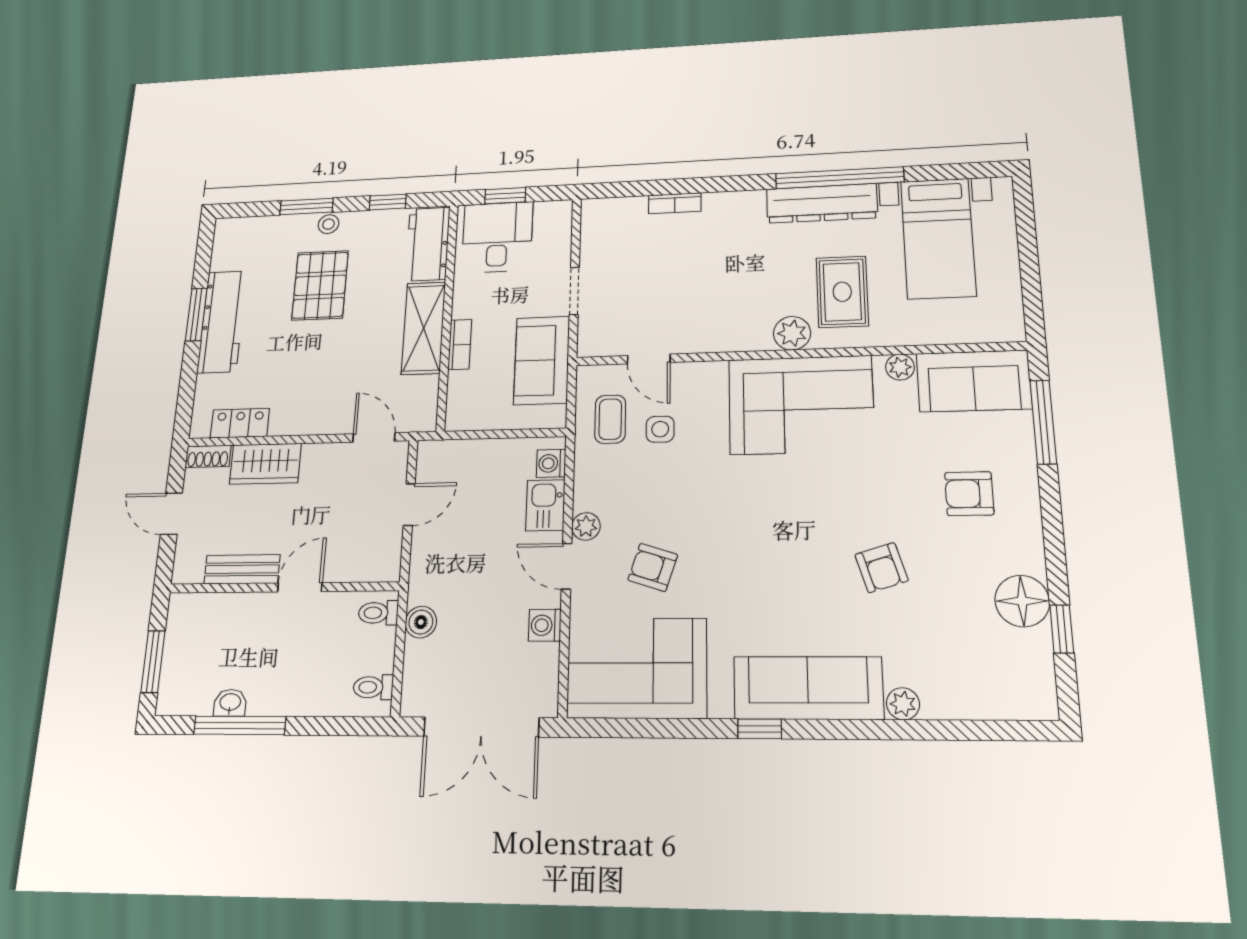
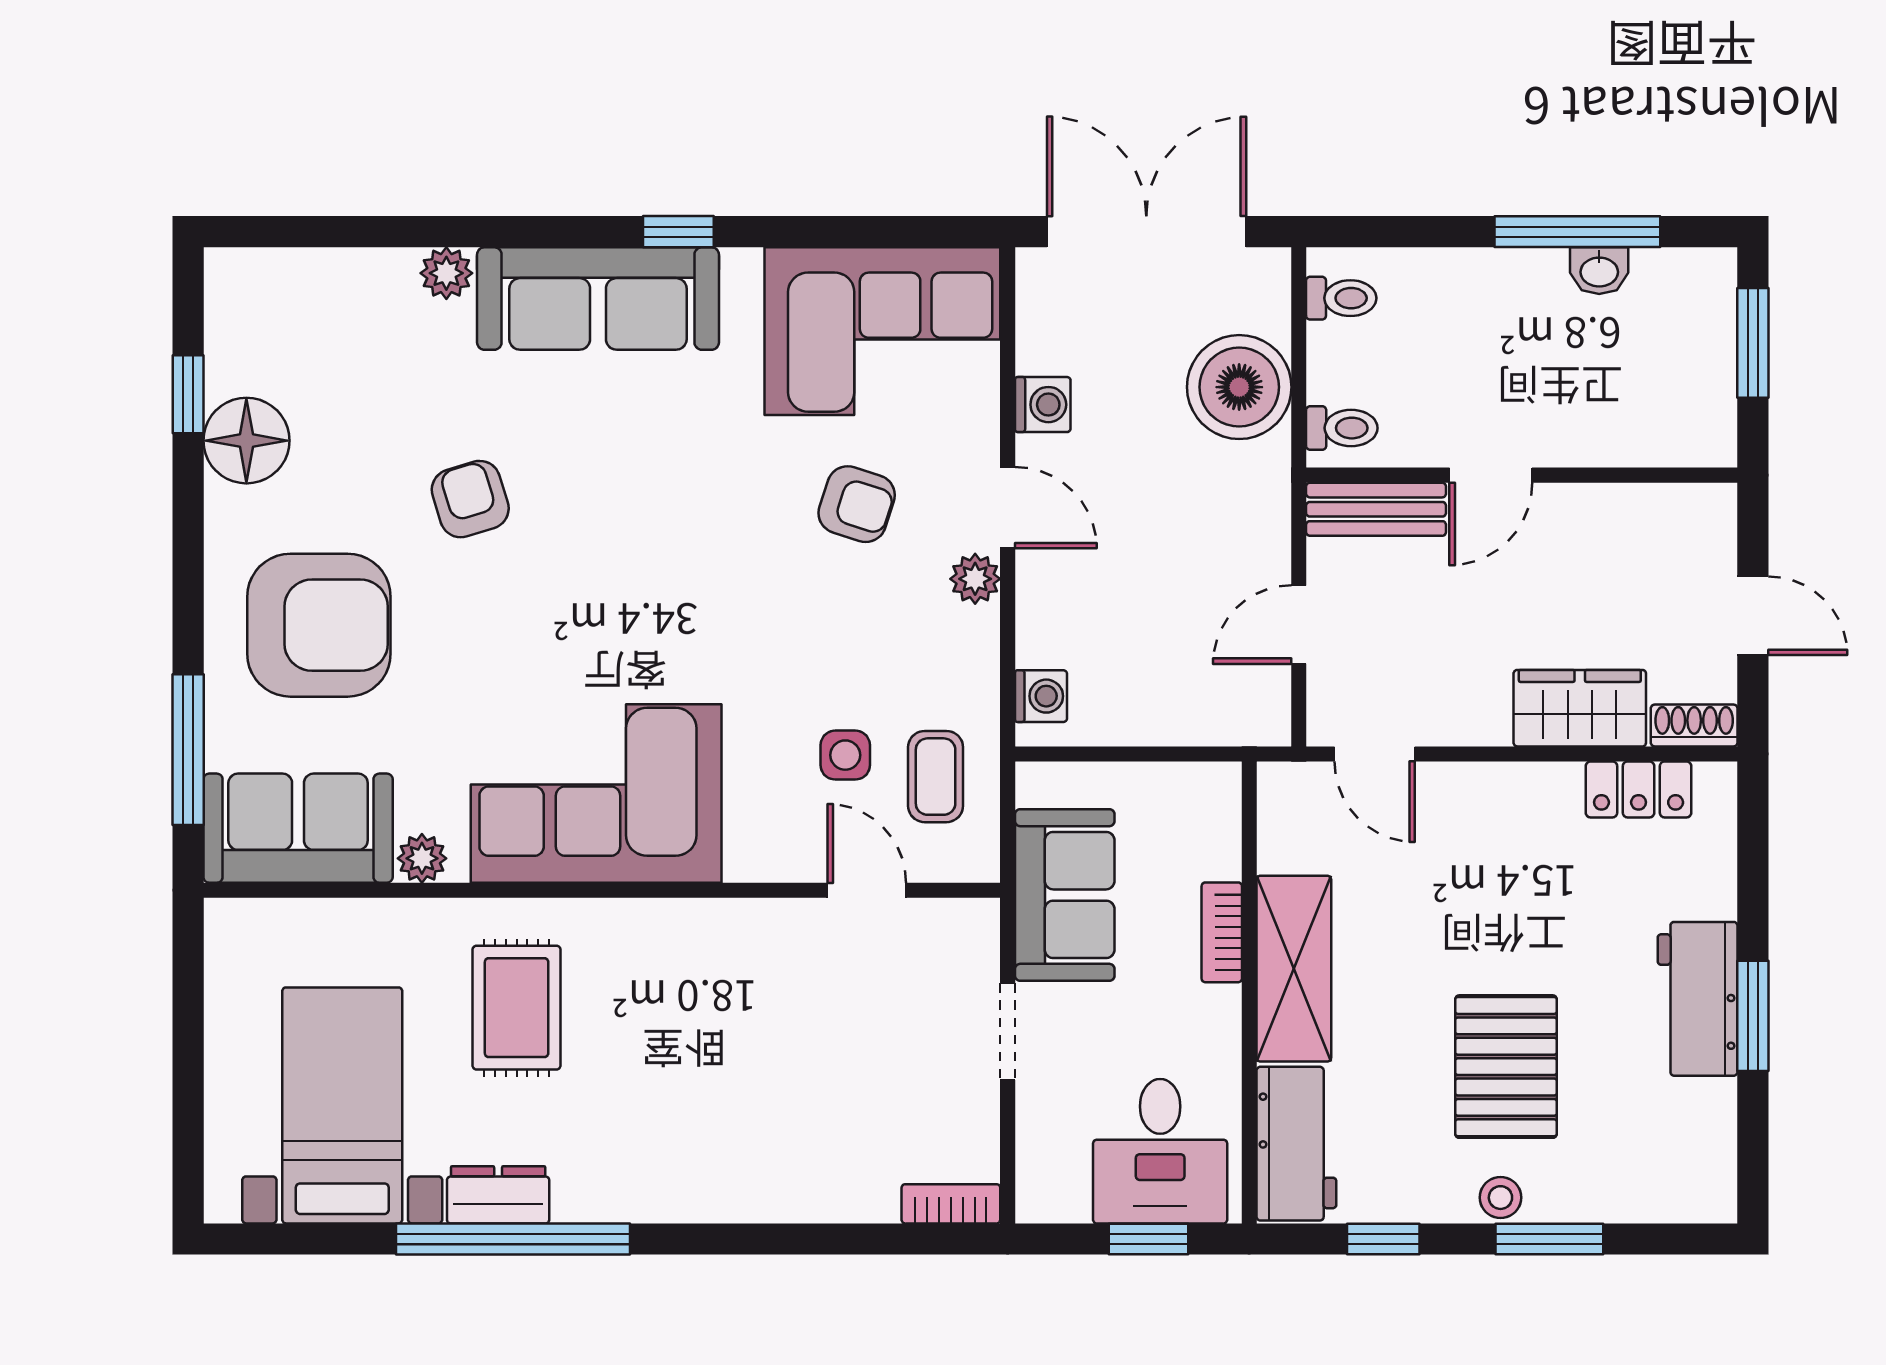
bookcase: (675, 203) -> (951, 1204), moved
dresser: (822, 203) -> (498, 1195), width x0.51, depth x0.80
workbench: (222, 322) -> (1698, 999), width x0.73
plant: (792, 333) -> (608, 930), removed
armchair: (969, 494) -> (319, 625), width x1.88, depth x1.88
kitchen sink: (545, 505) -> (1049, 619), removed
bench: (242, 569) -> (1376, 509), moved
boiler: (421, 622) -> (1239, 387), width x1.86, depth x1.86

